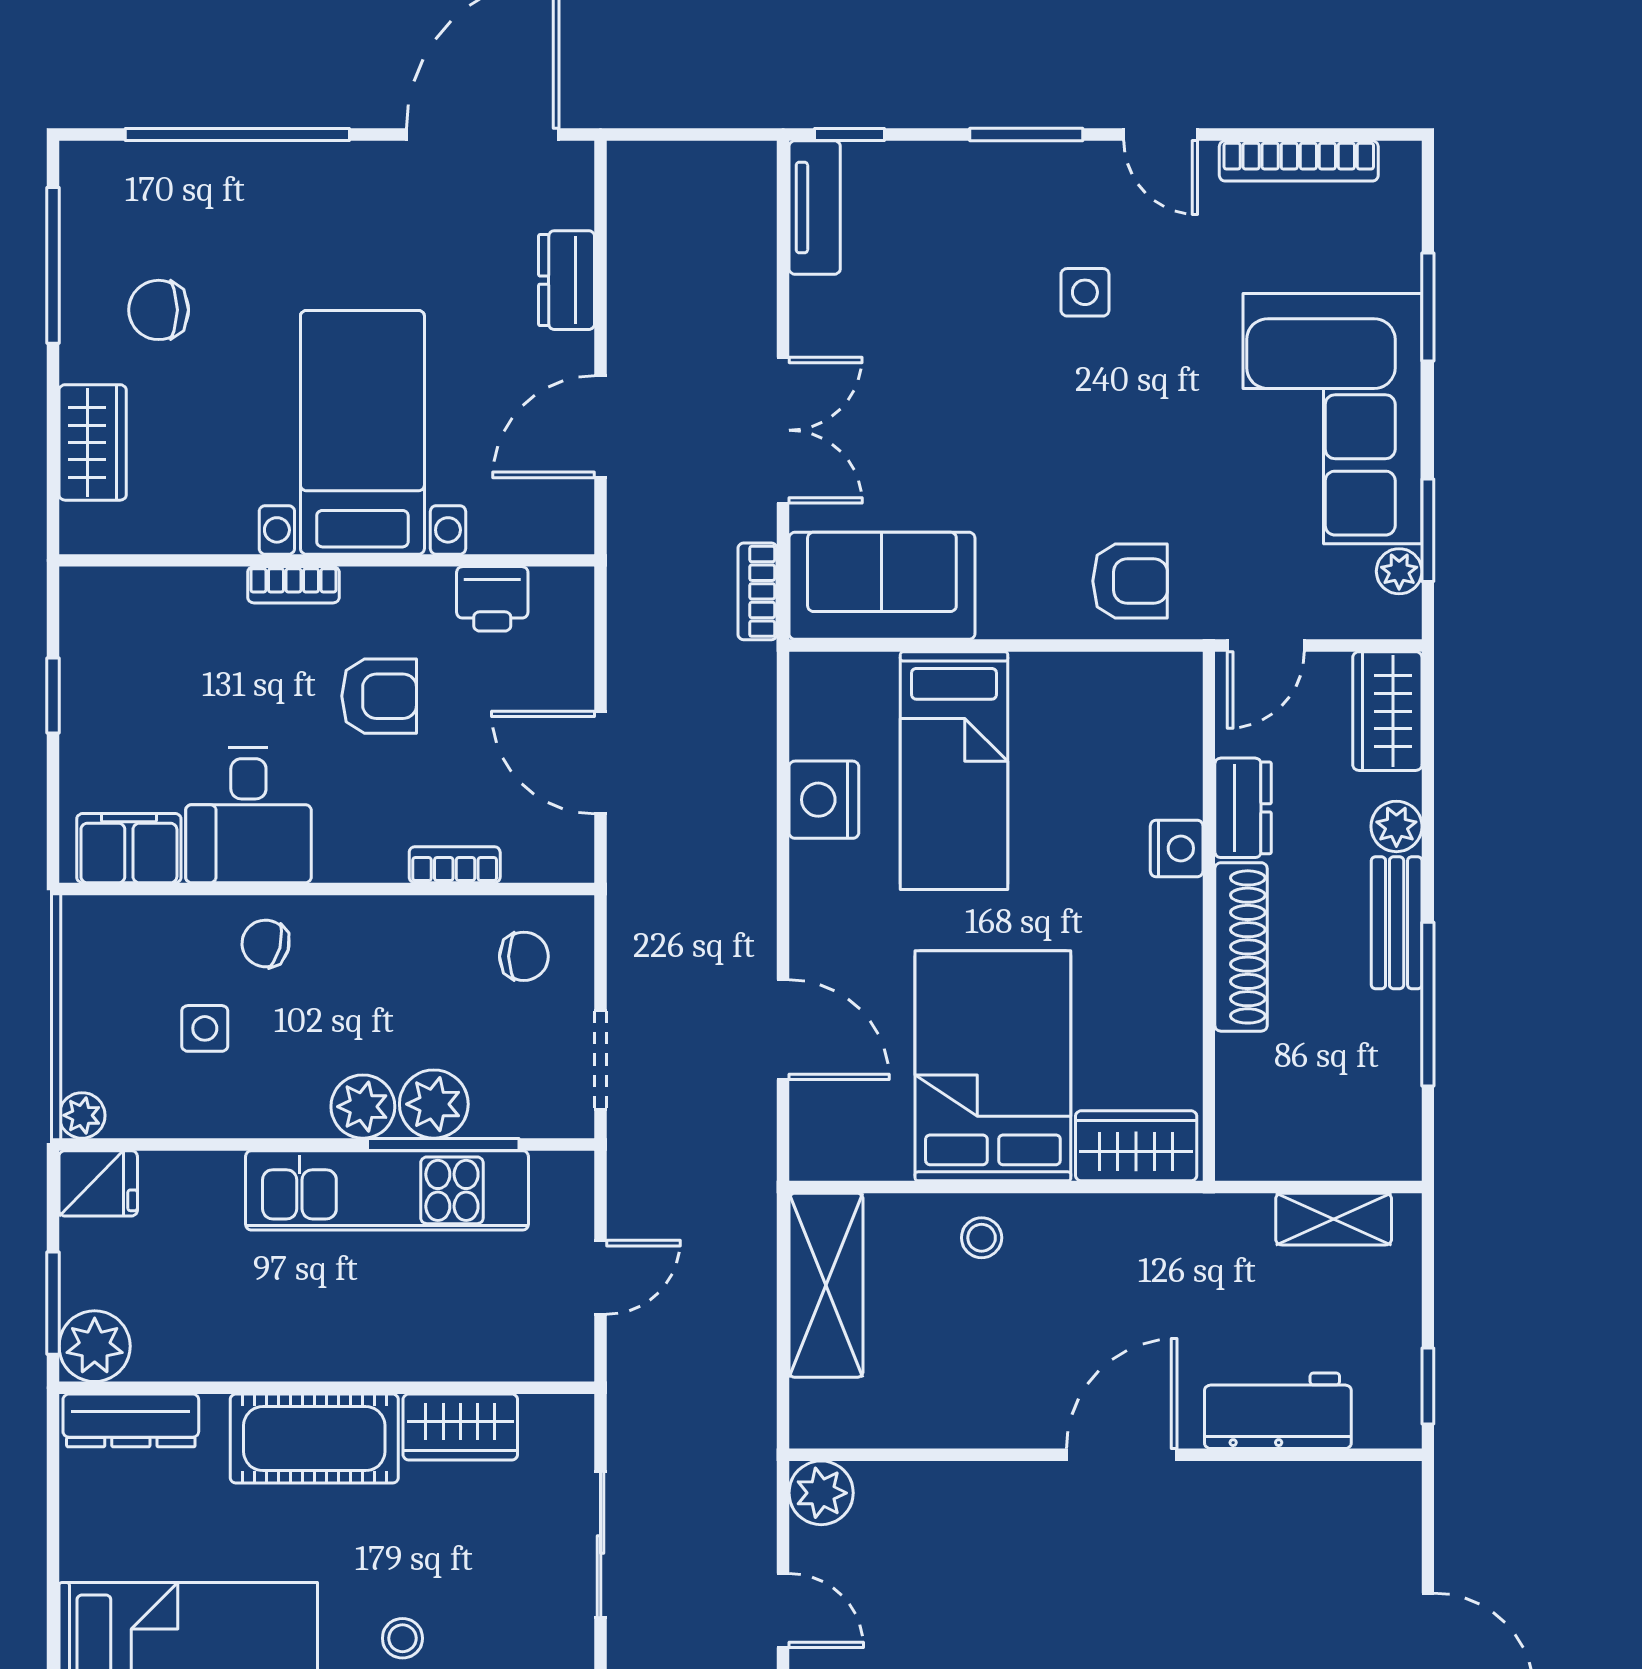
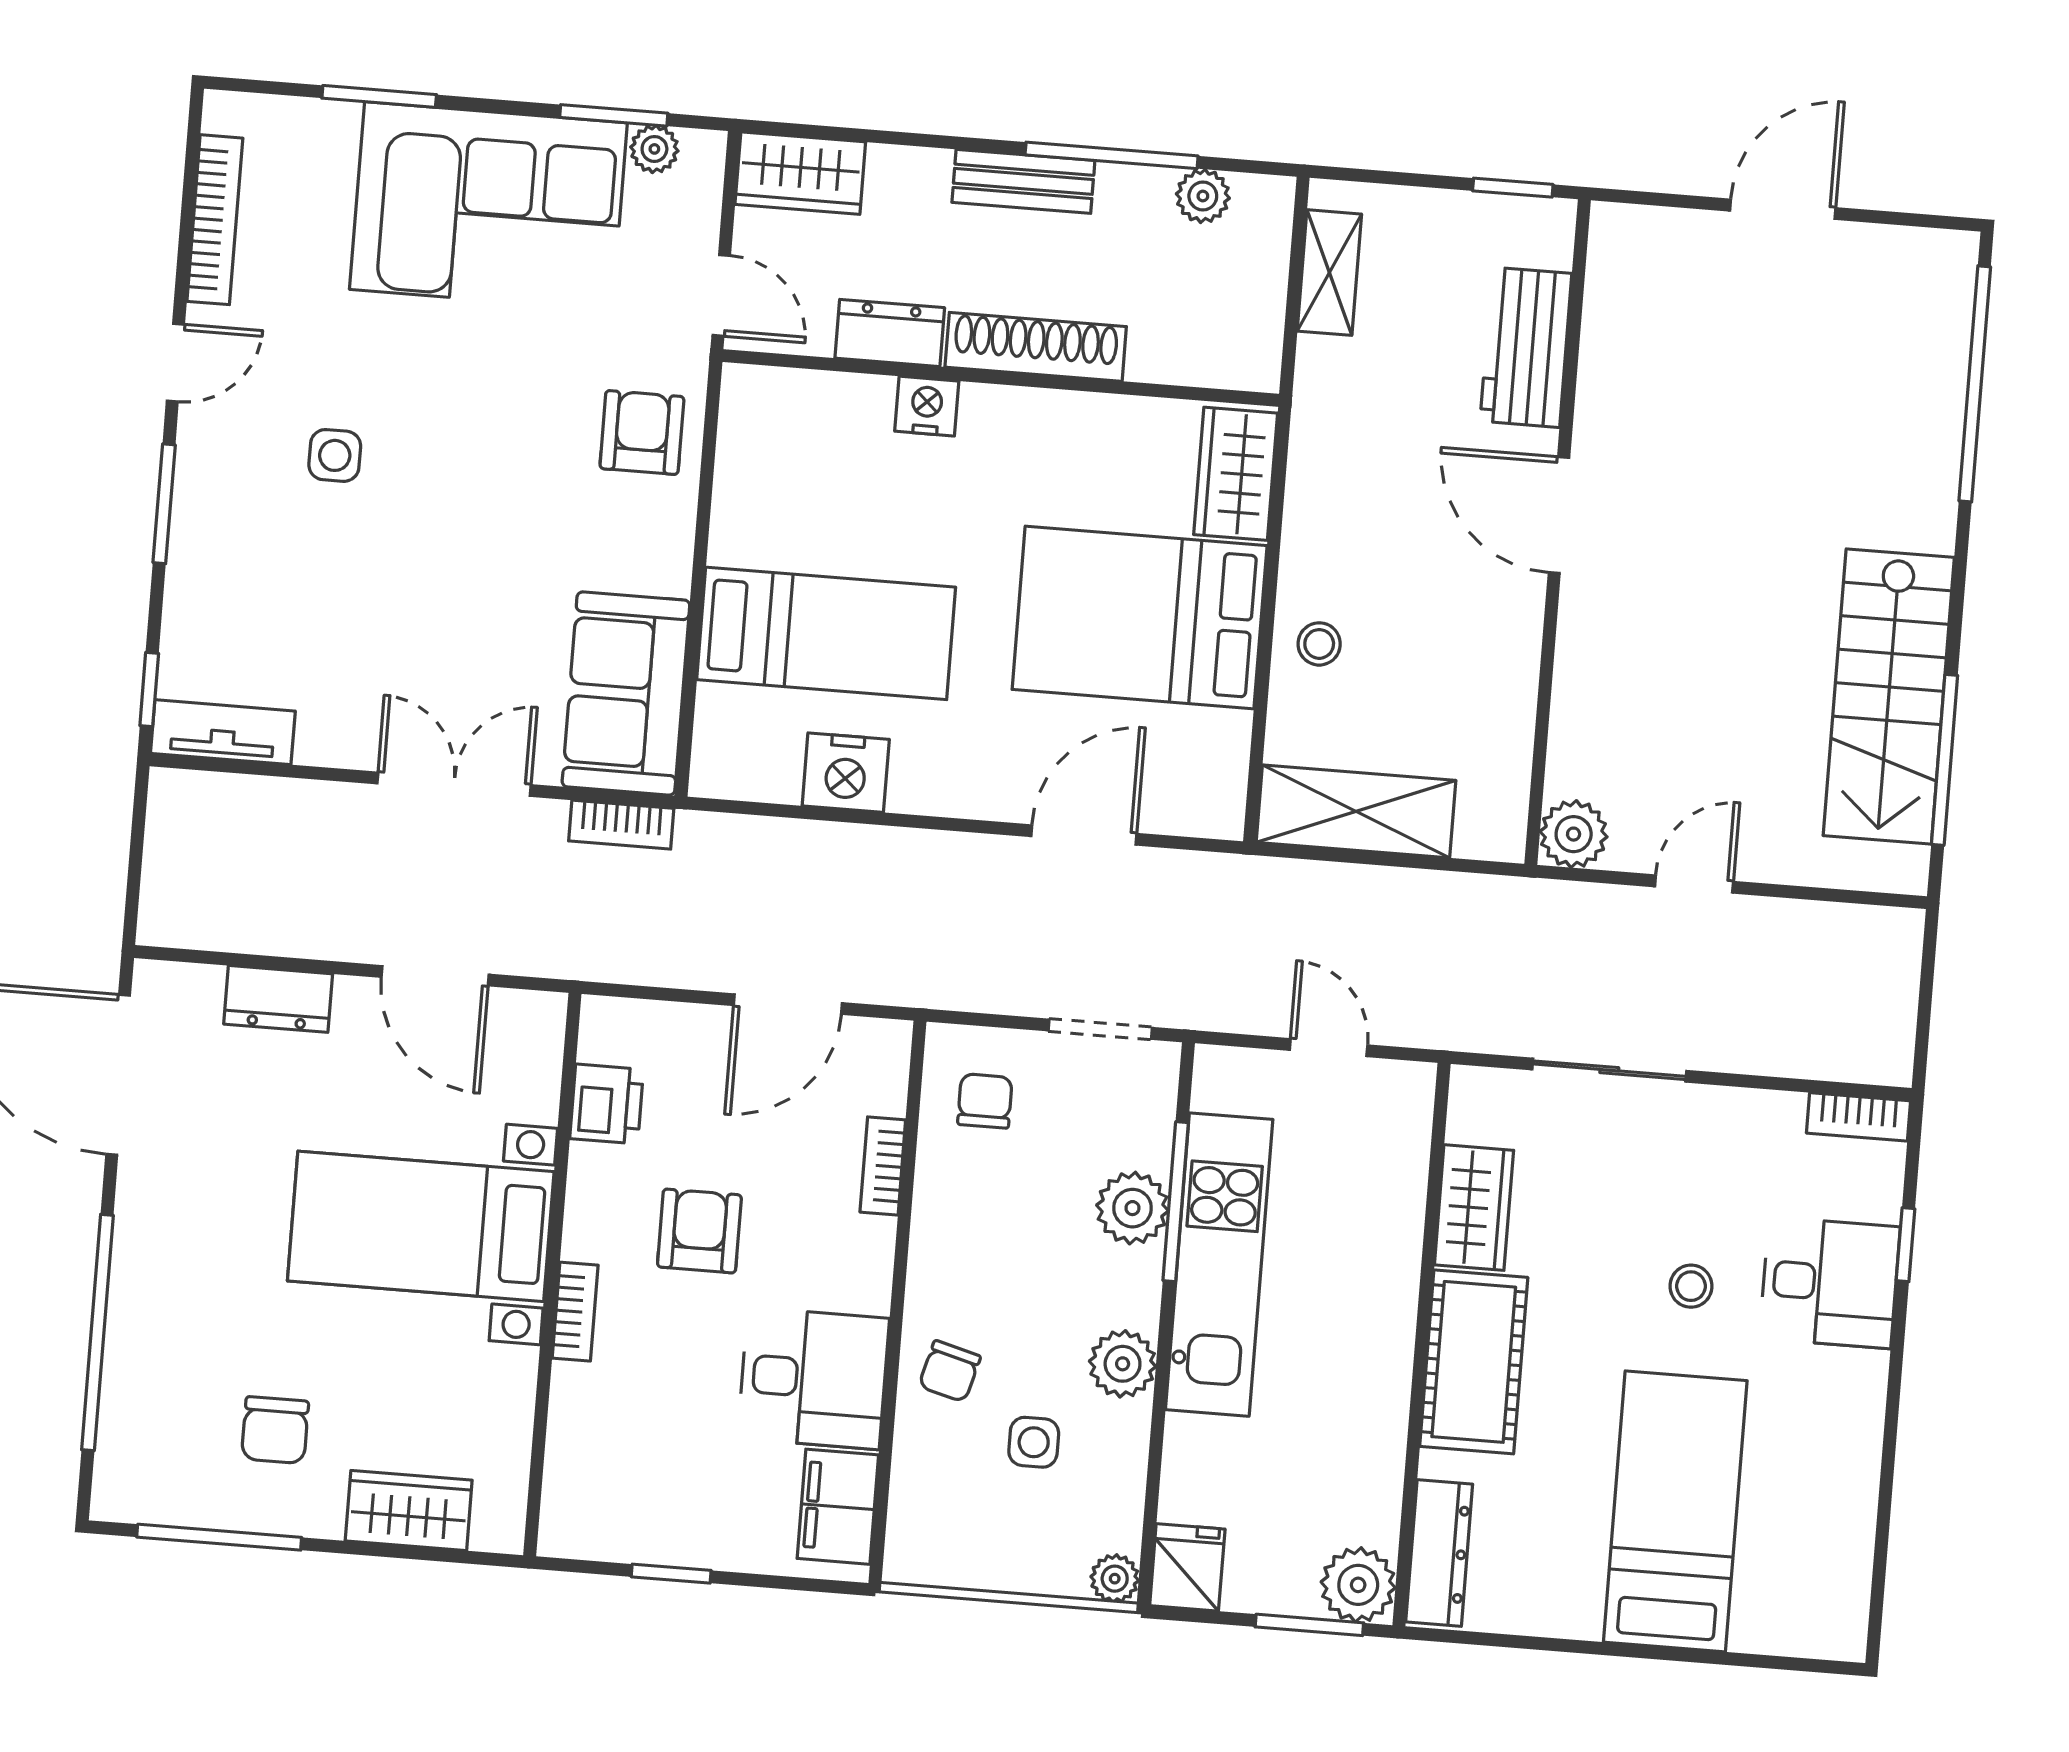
plant: (1396, 826) -> (1203, 196), moved
plant: (363, 1107) -> (1123, 1364), moved

